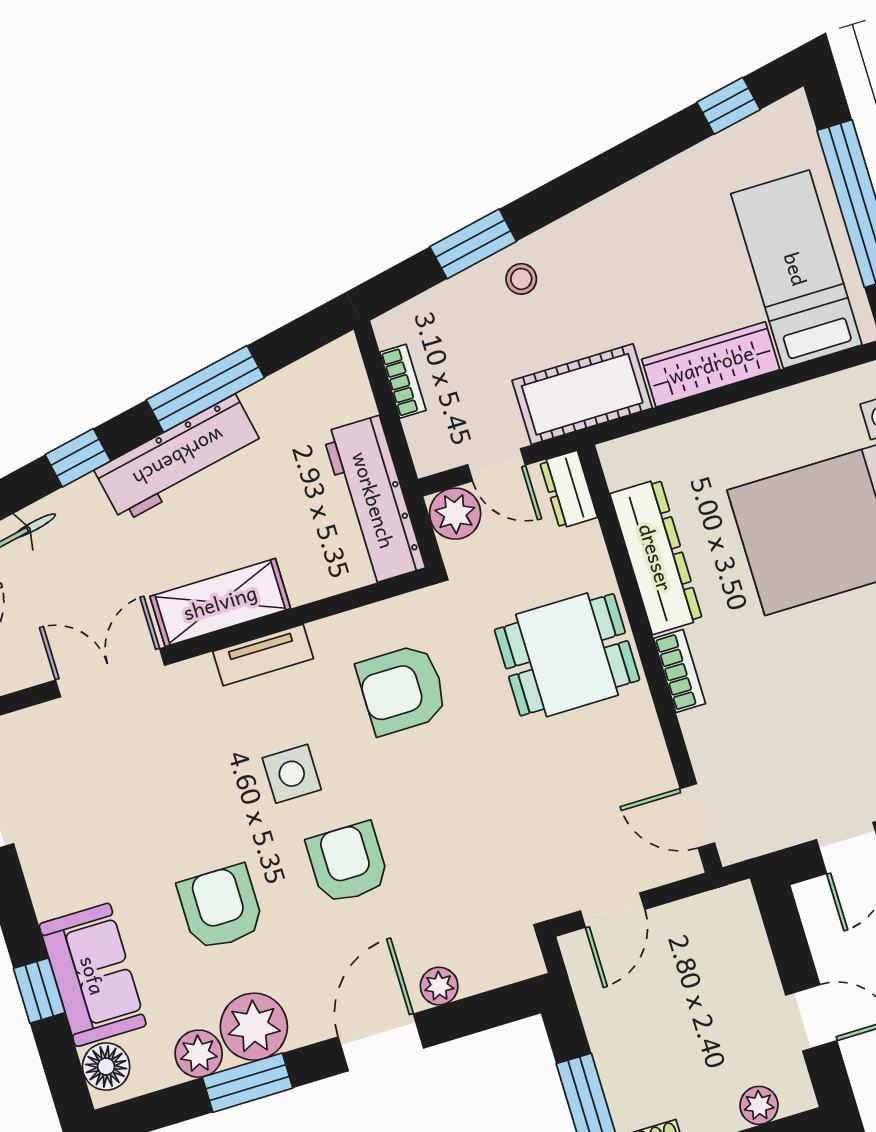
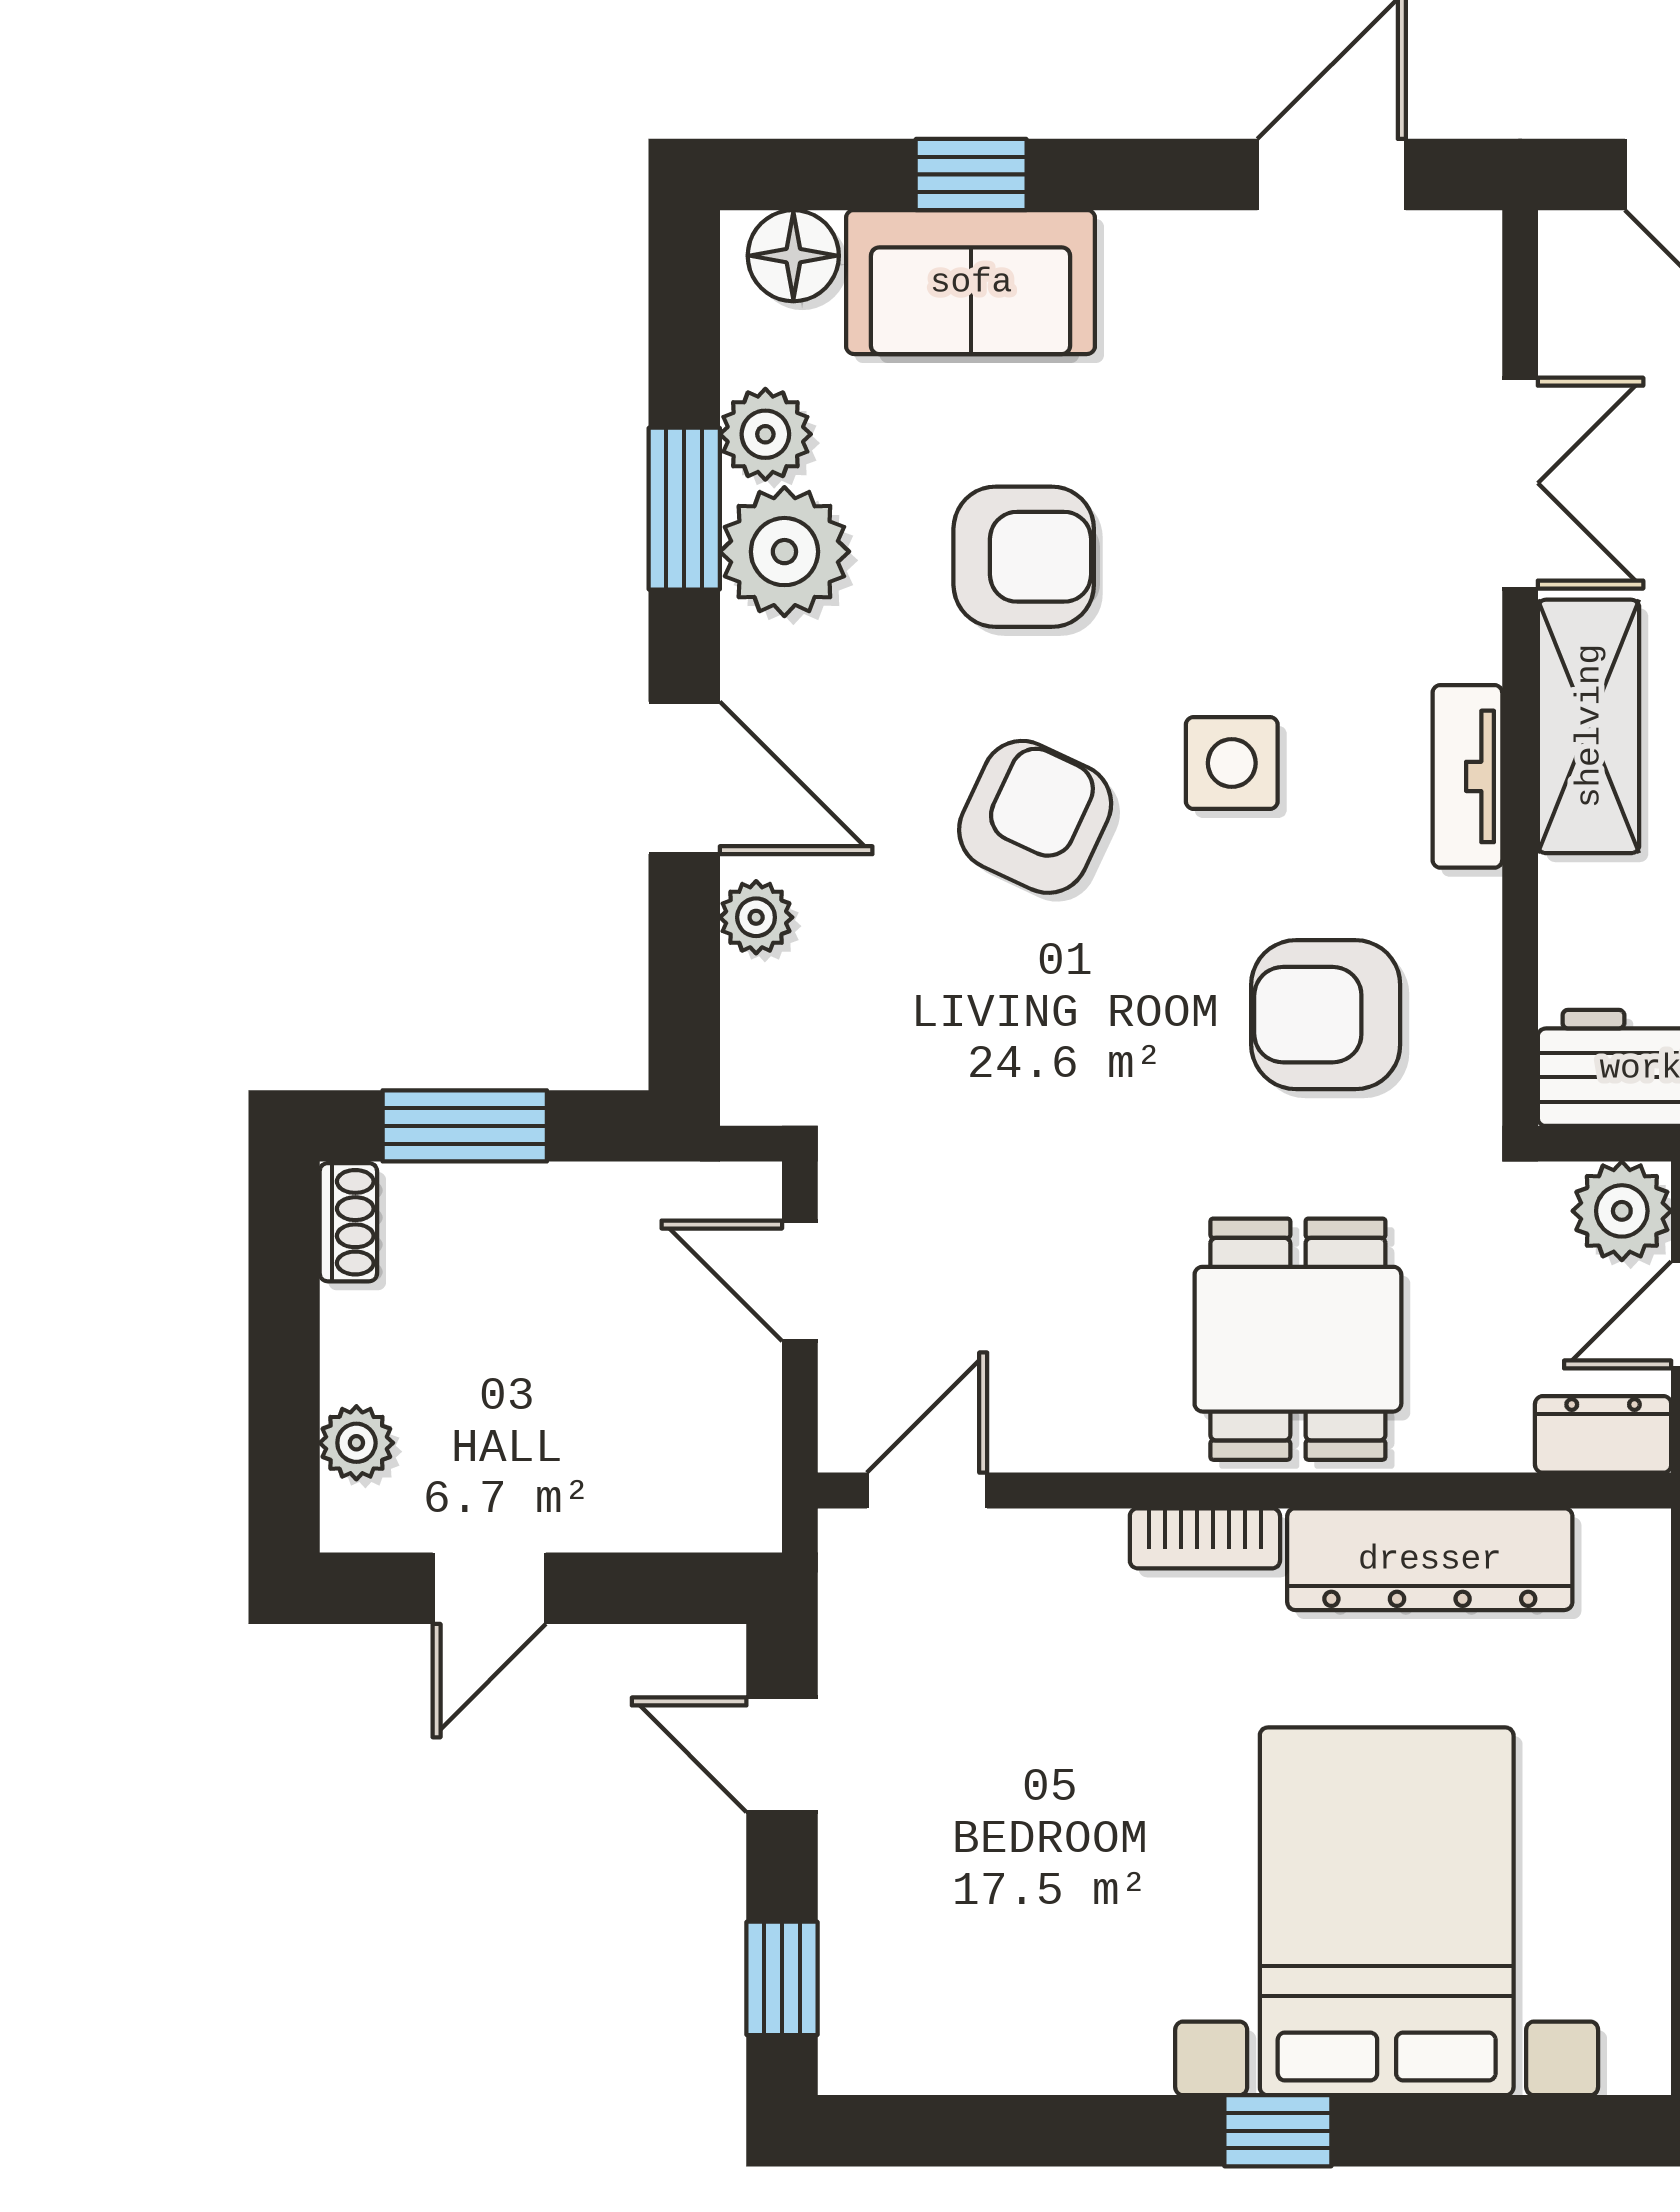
armchair: (402, 690) -> (1326, 1015), turned -90
armchair: (348, 863) -> (1035, 817), turned -65

